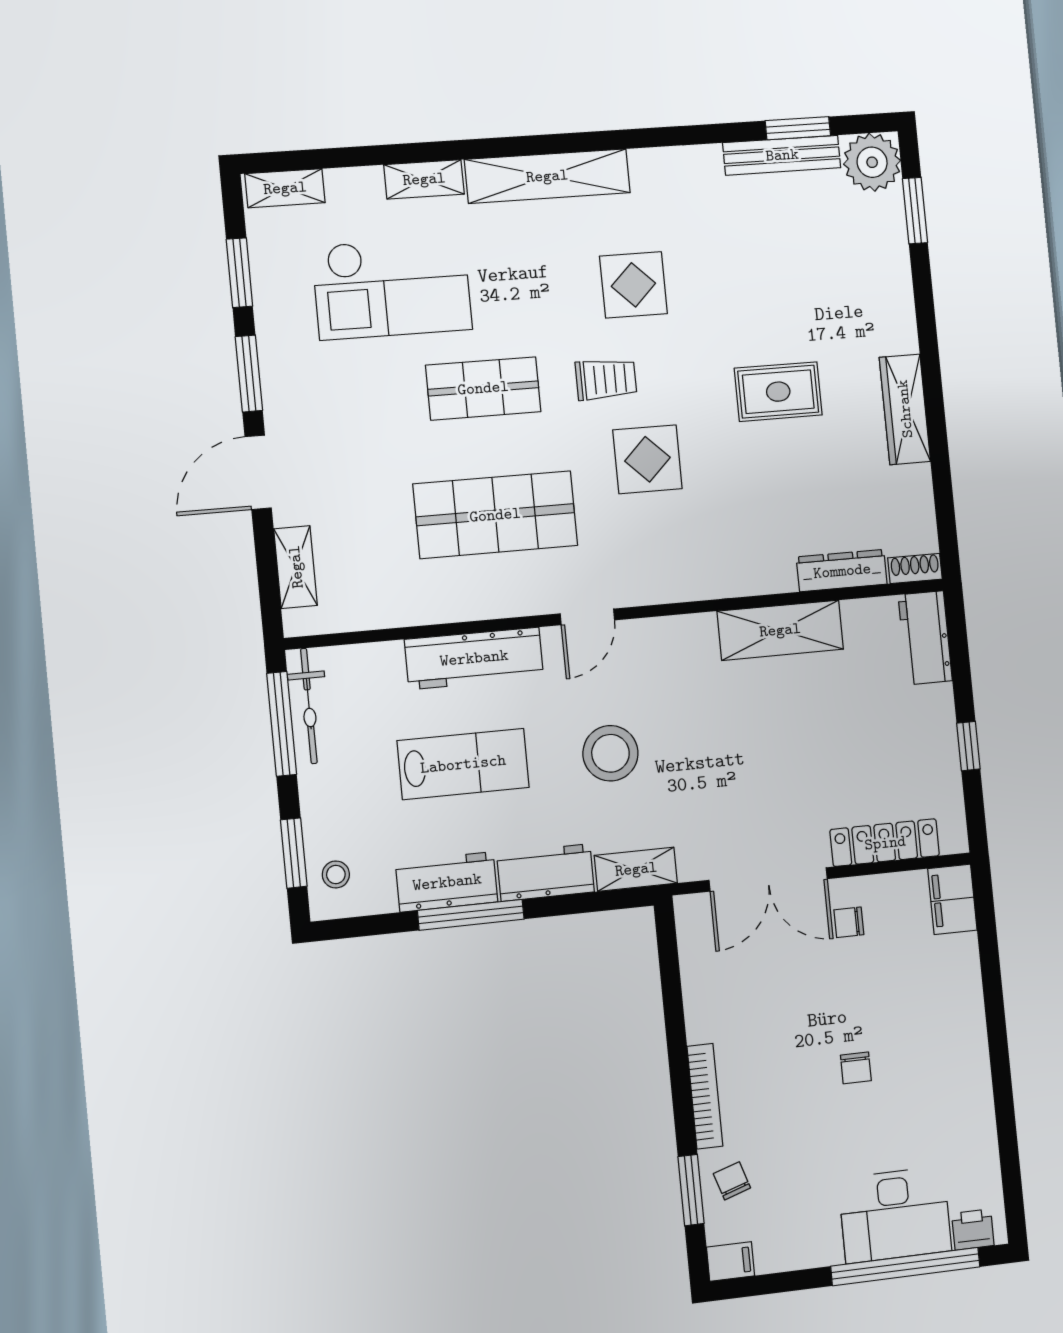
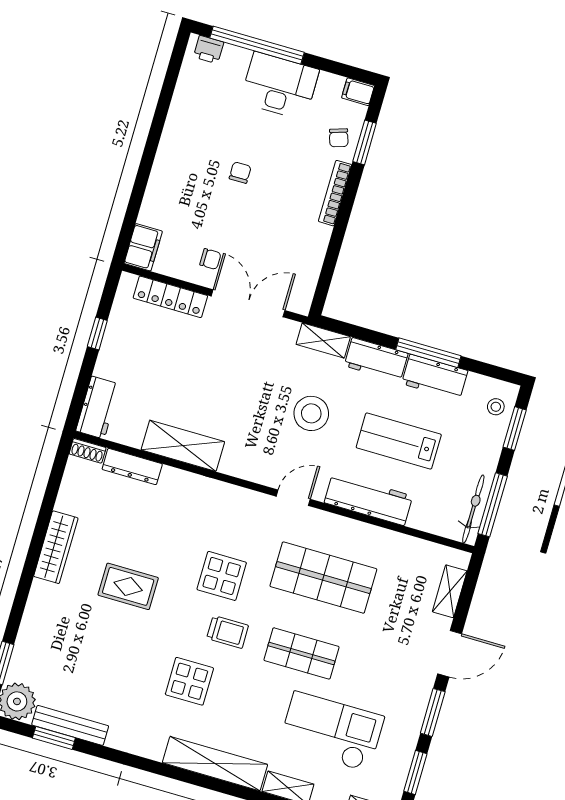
trolley: (606, 379) -> (228, 632), turned 180
desk: (895, 1215) -> (280, 86), moved

